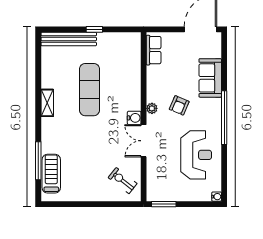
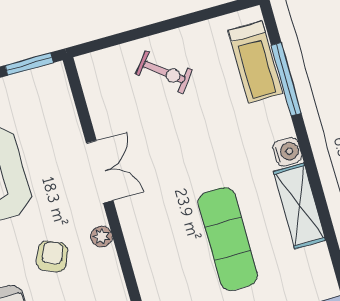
shelving: (47, 103) -> (299, 206), width x1.50, depth x1.33
water cooler: (134, 118) -> (287, 152), moved, turned 180
exercise bike: (123, 181) -> (164, 72), moved

